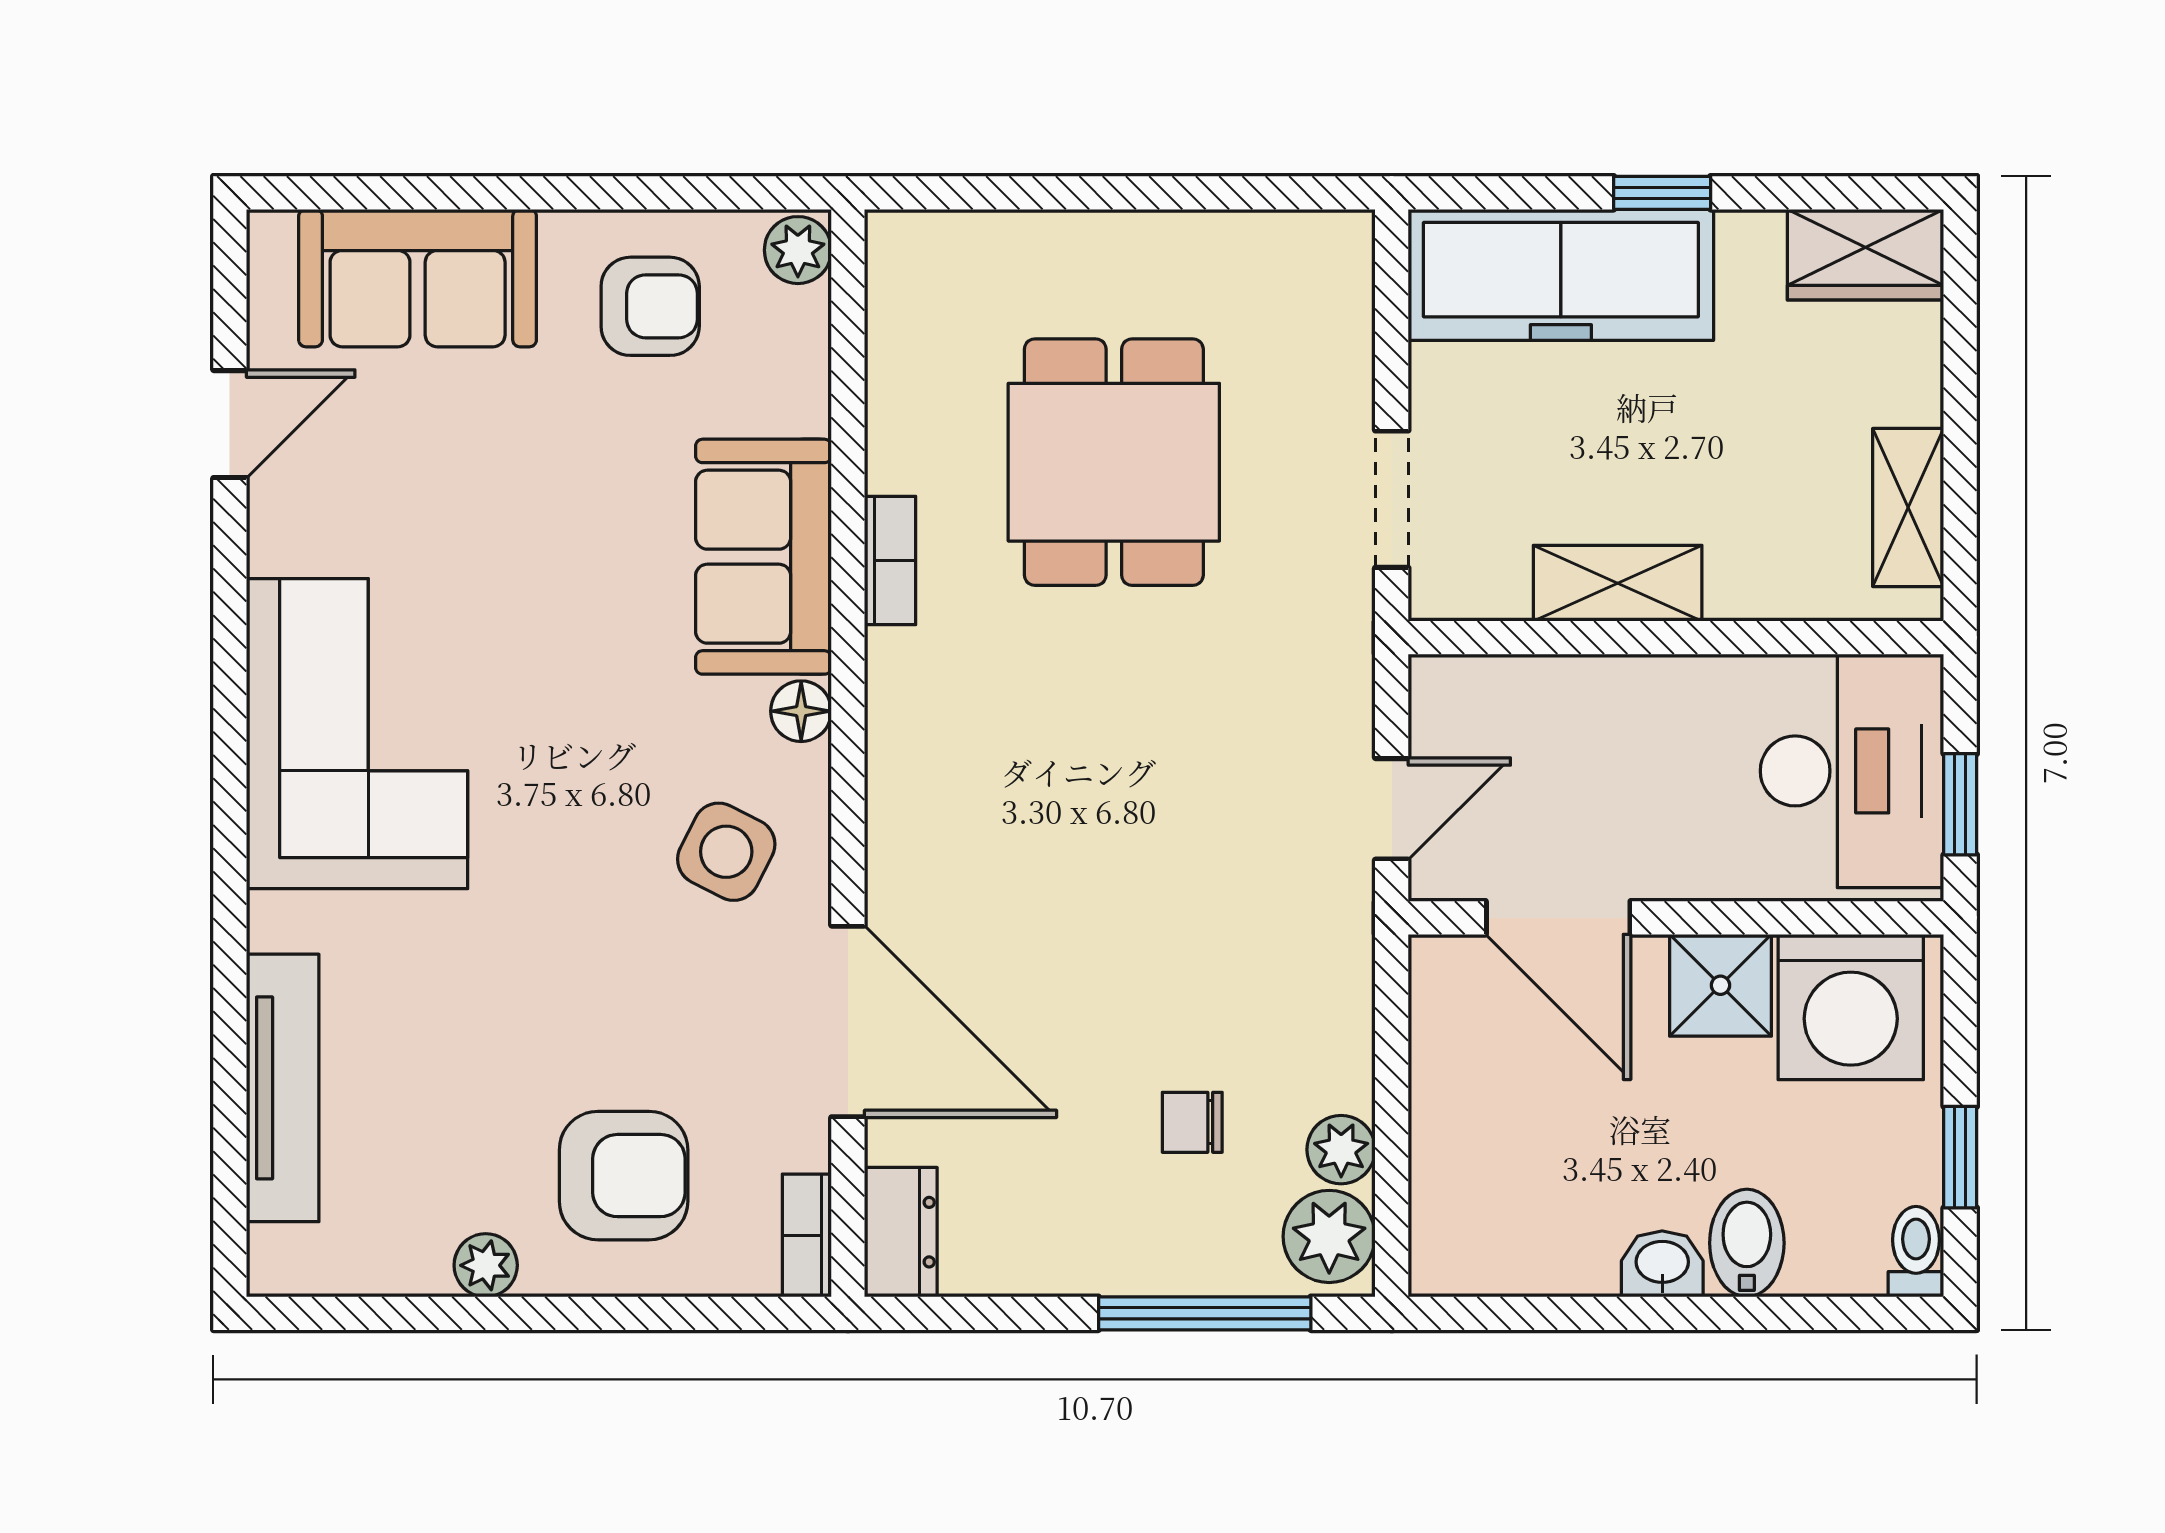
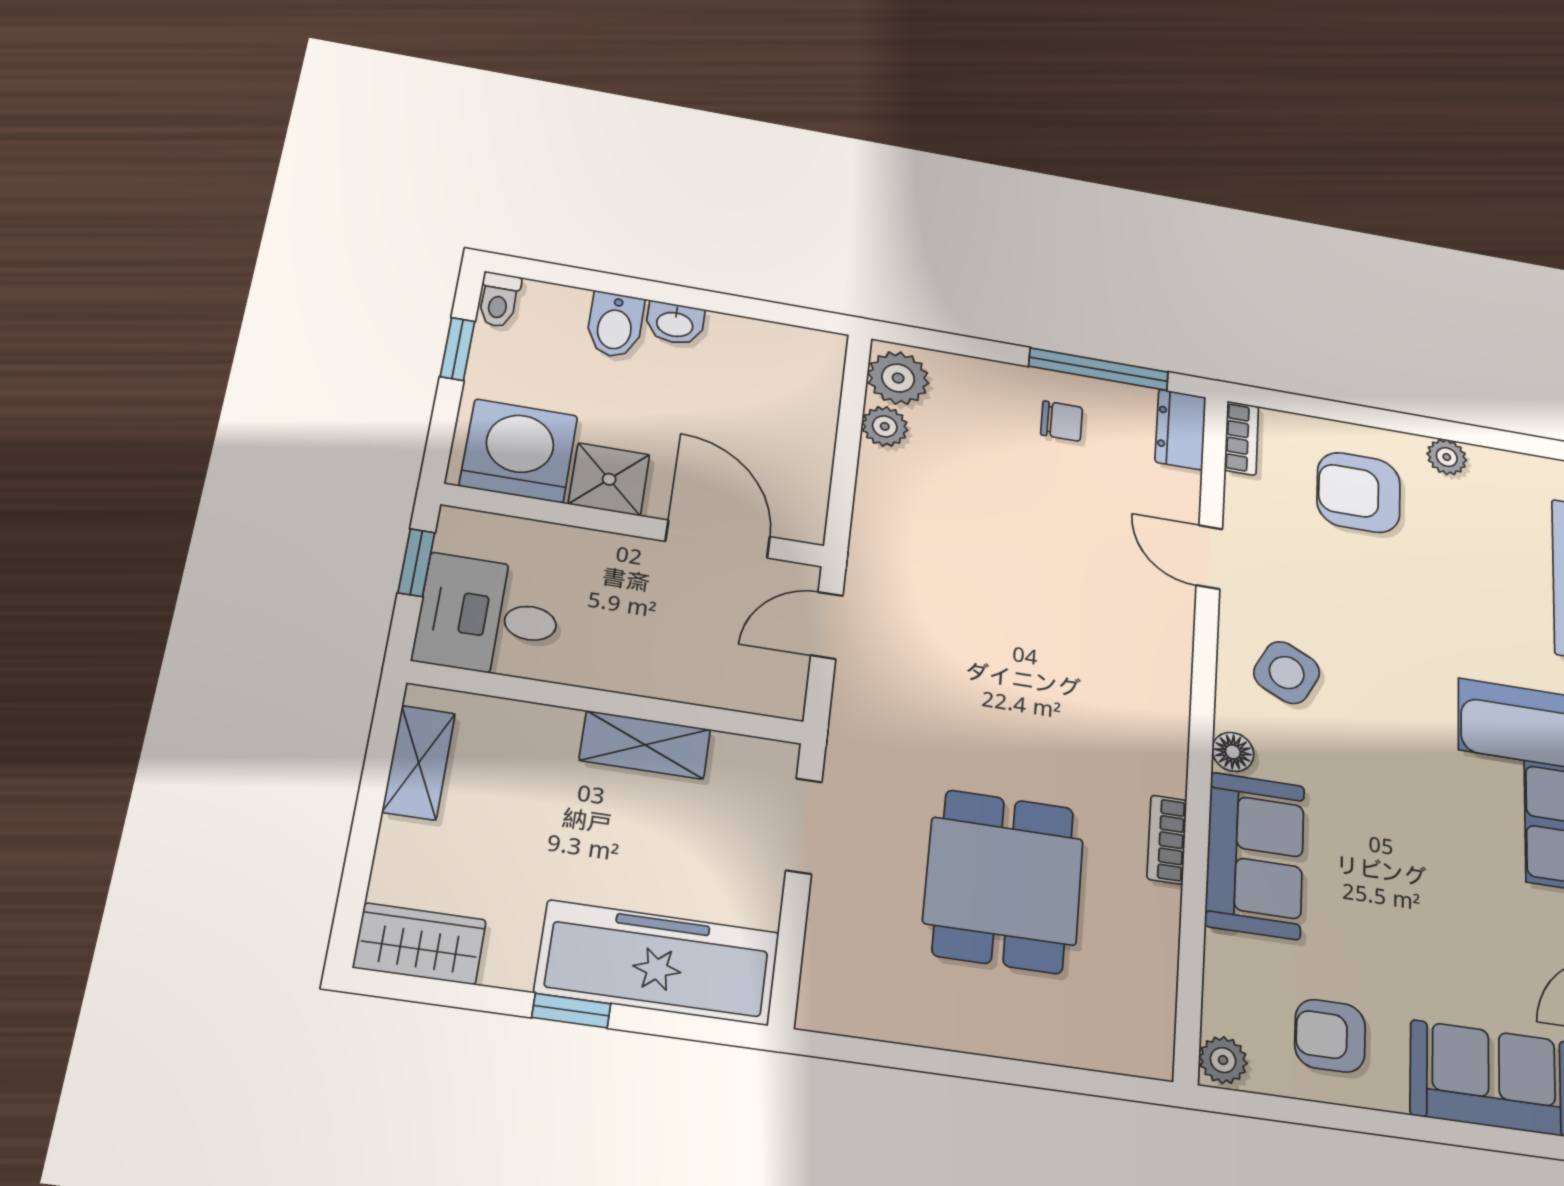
desk: (1852, 771) -> (488, 617), width x0.73
door: (848, 1021) -> (1209, 557), width x0.53
chair: (1192, 1122) -> (1062, 421), moved
window: (1205, 1313) -> (1099, 369), moved

